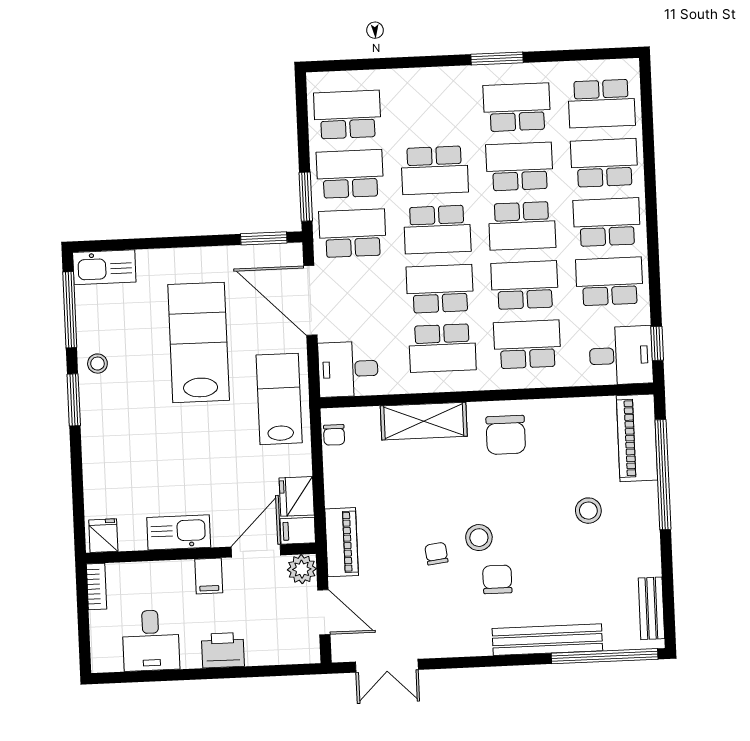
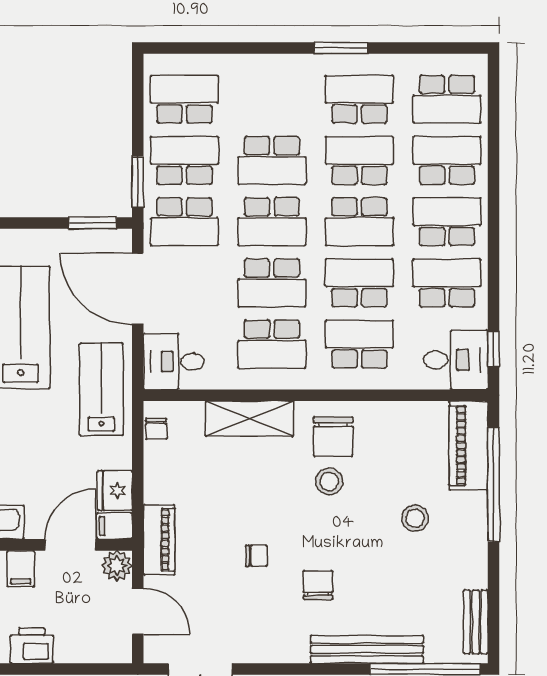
school desk: (352, 233) -> (184, 222), turned 180
school desk: (440, 289) -> (272, 283), turned 180
stool: (479, 538) -> (329, 482), moved
chair: (436, 554) -> (256, 556), turned 97

